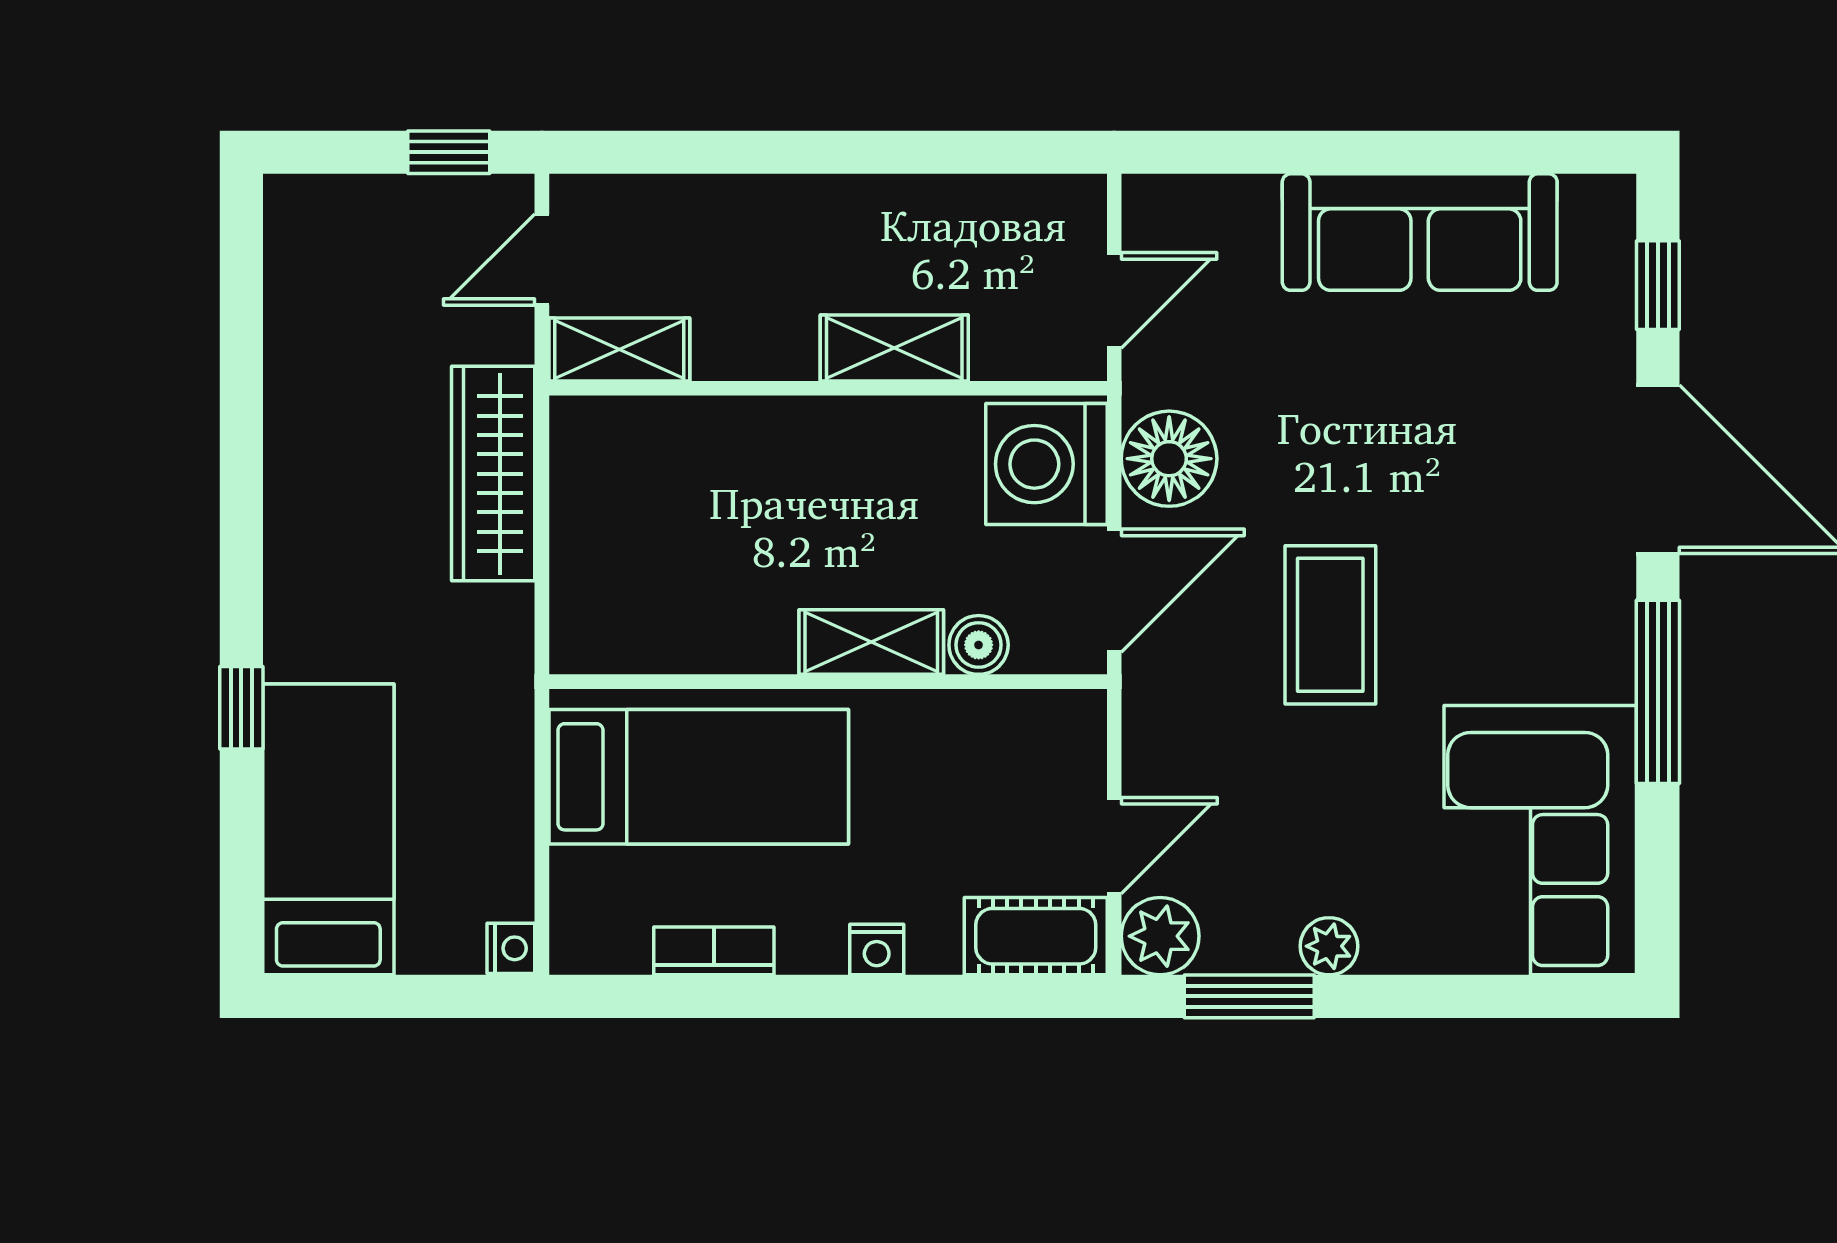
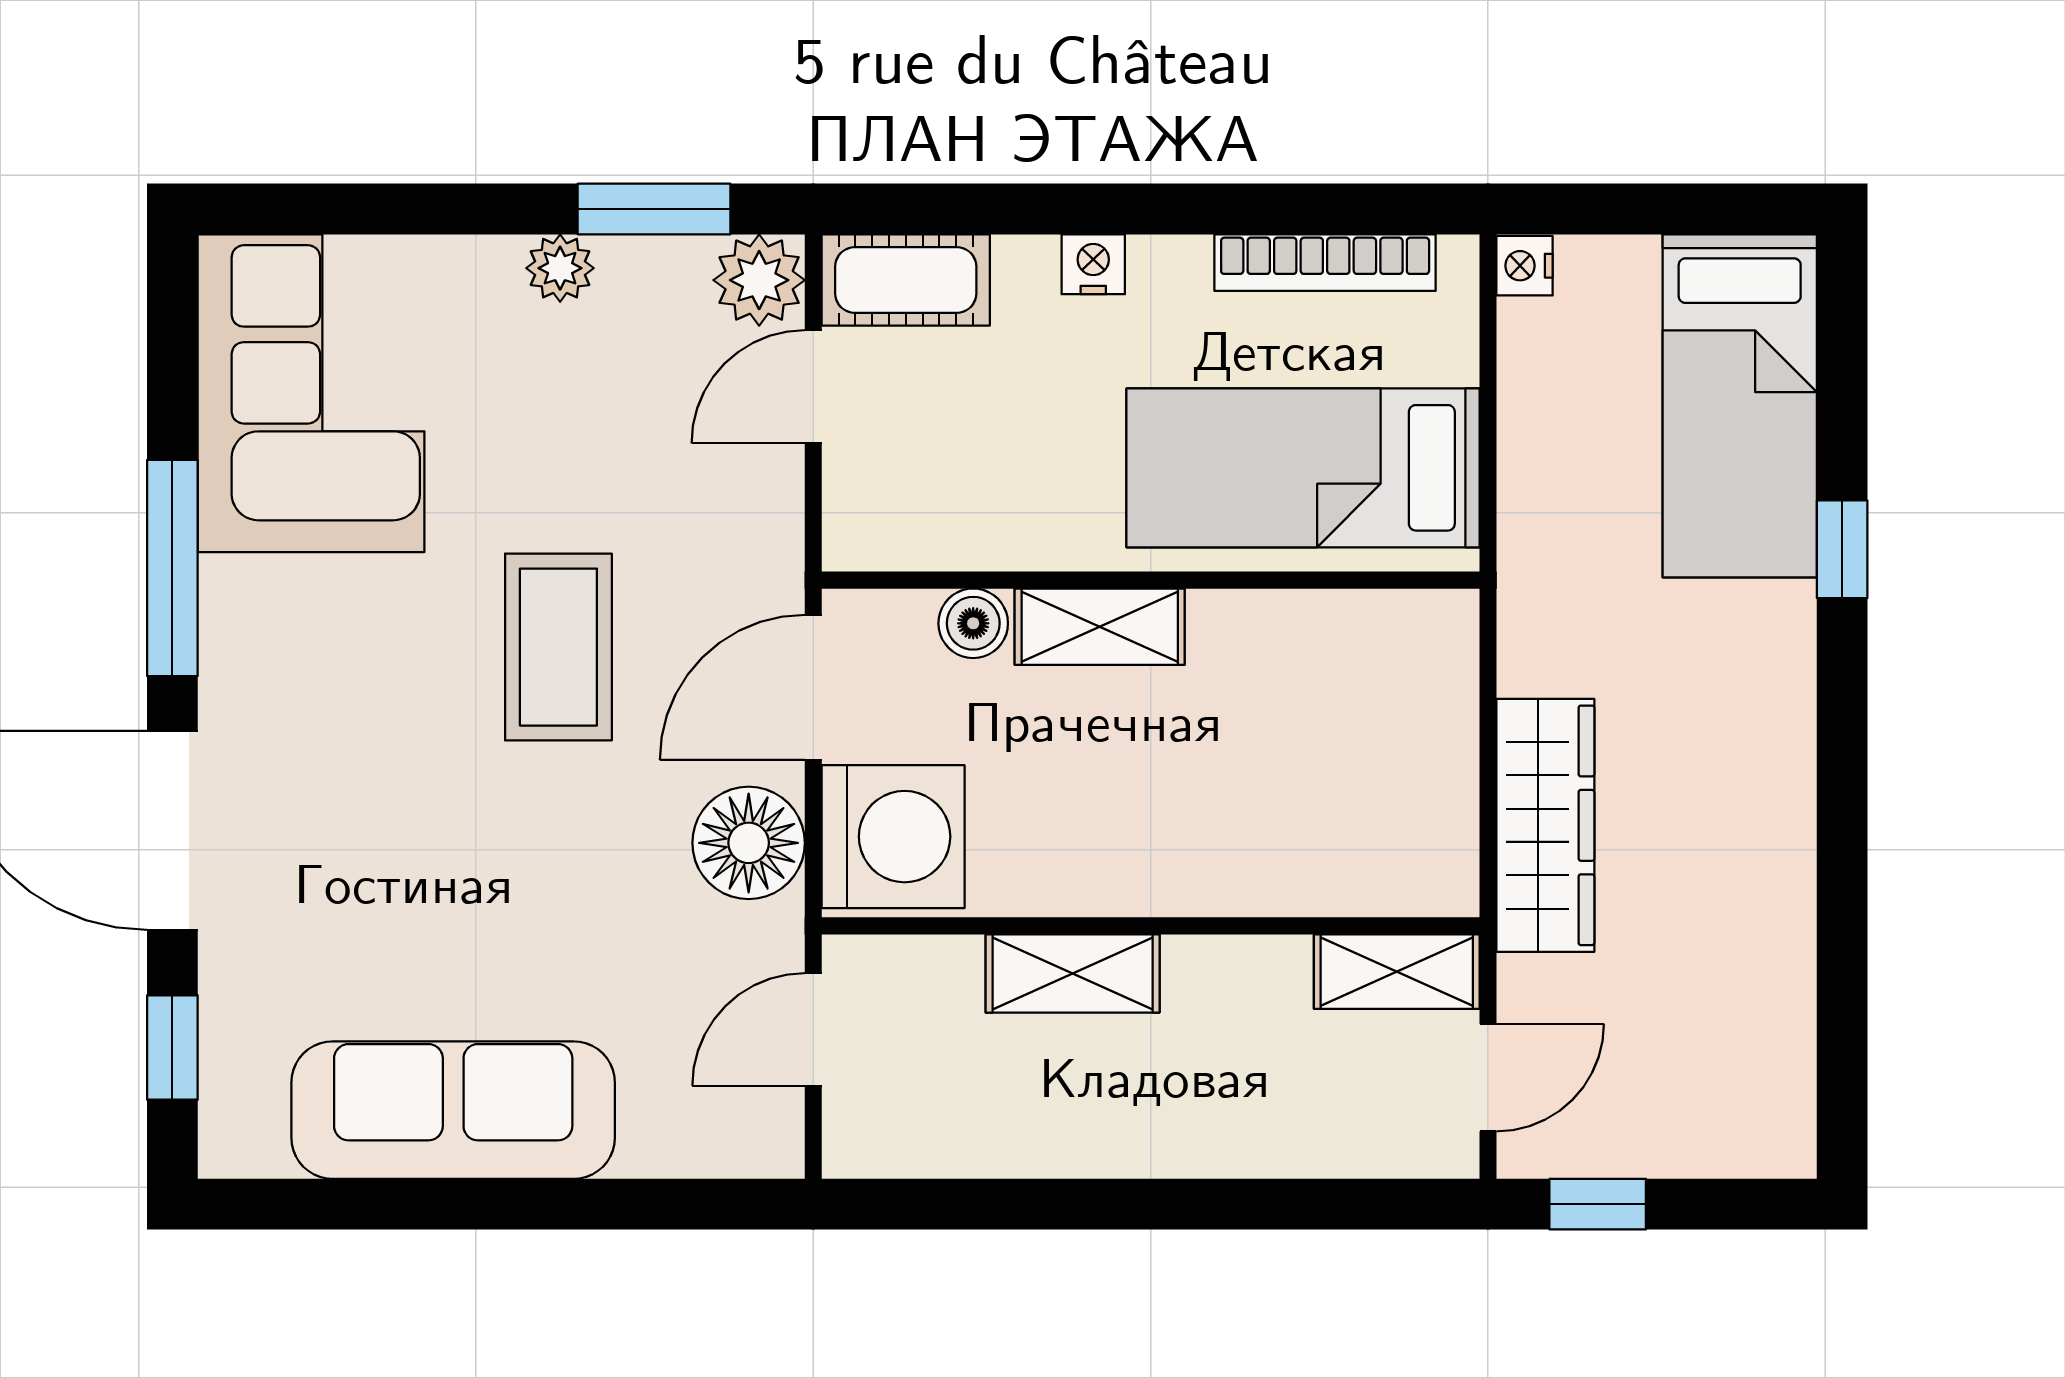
bookcase: (714, 951) -> (1325, 263), width x1.56

